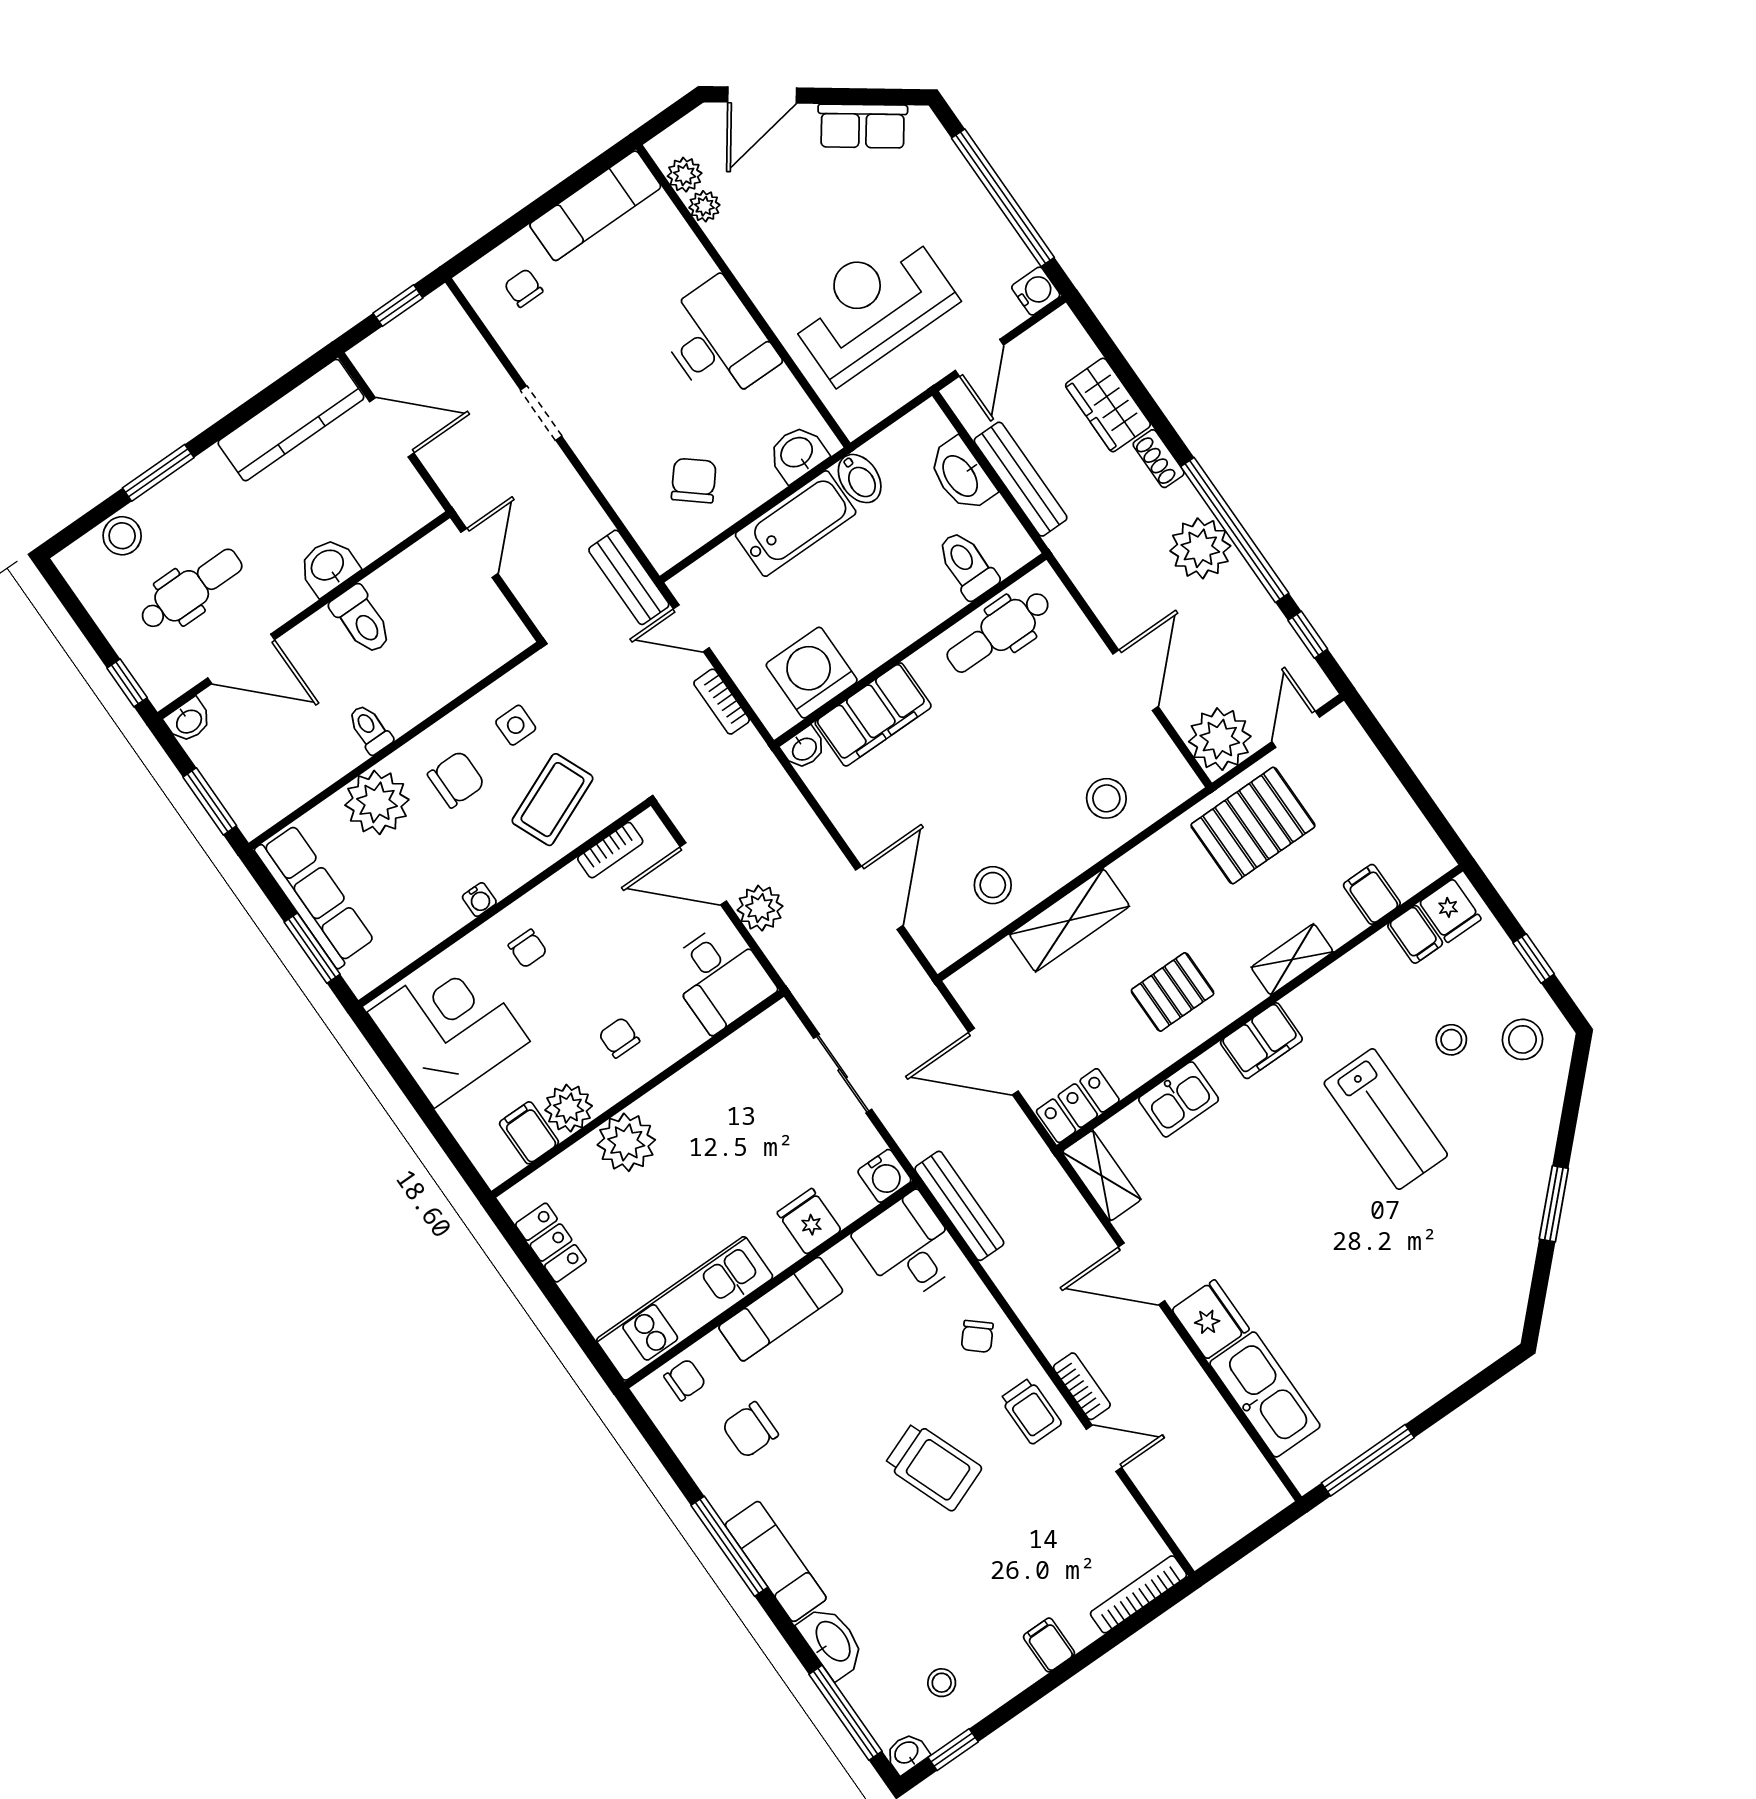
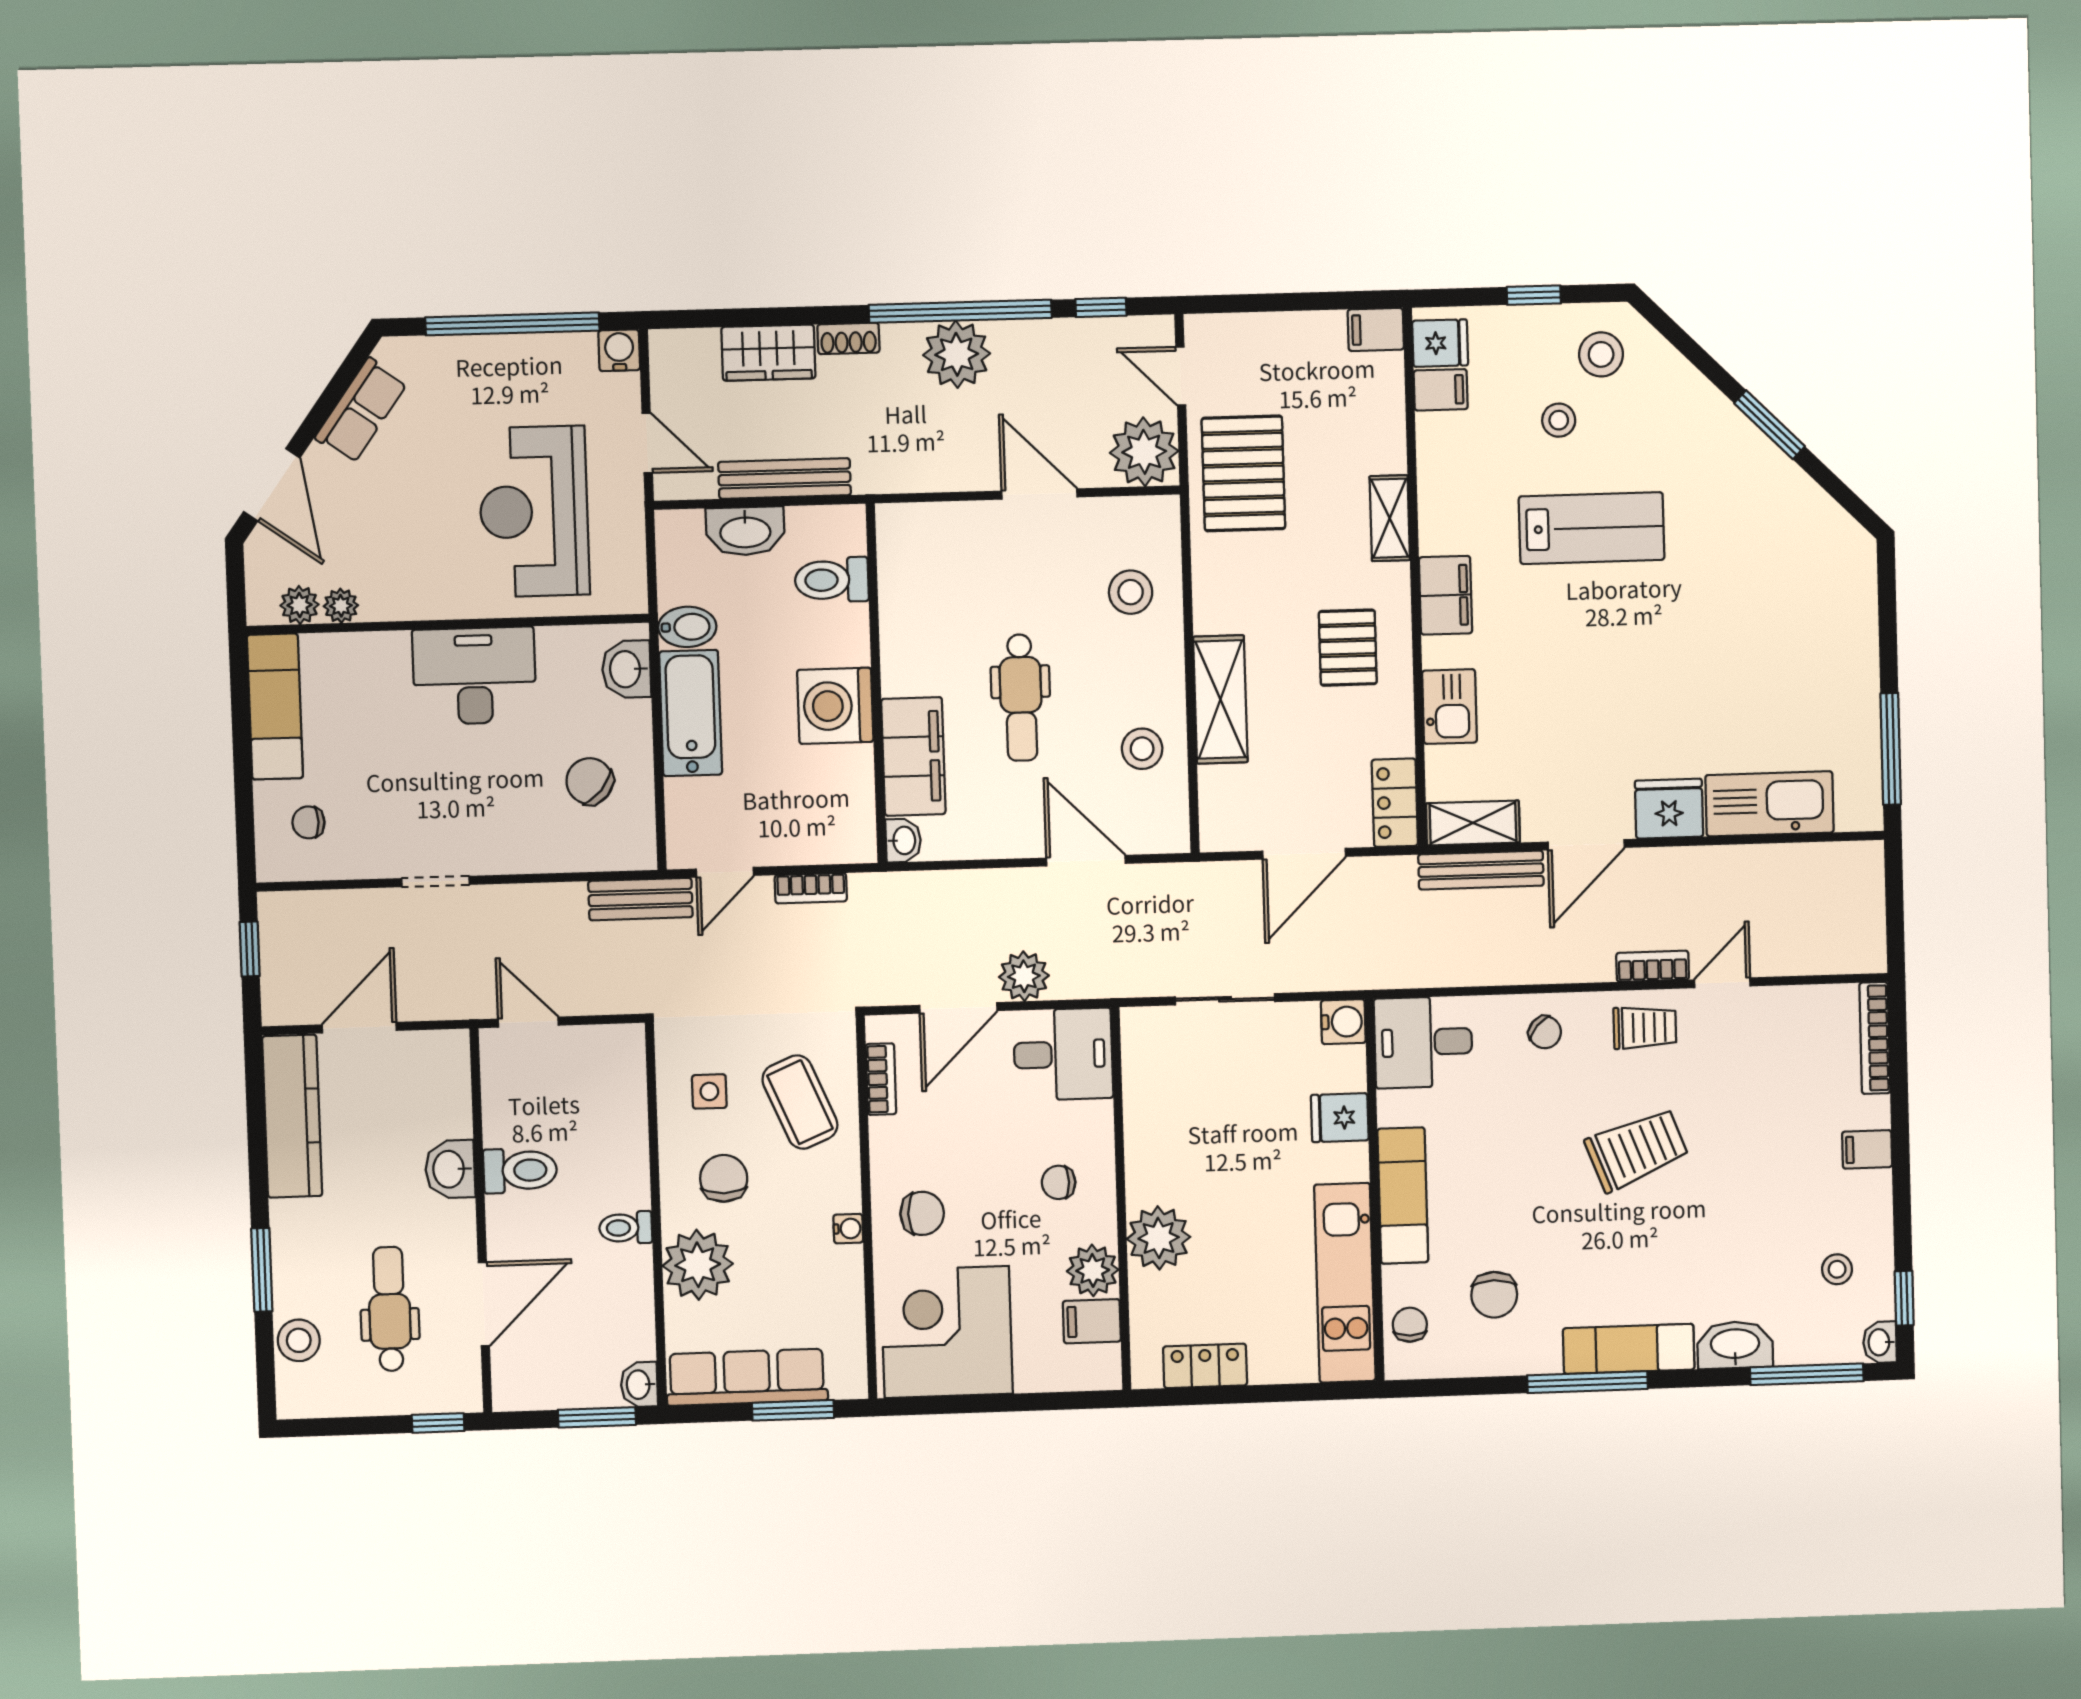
dental chair: (999, 631) -> (1021, 698), moved
washing machine: (812, 673) -> (835, 706), moved
washbasin: (188, 721) -> (639, 1385), moved, turned 180
filing cabinet: (1372, 894) -> (1376, 329), moved
chair: (528, 949) -> (922, 1213), width x1.37, depth x1.37
bench: (959, 1206) -> (1481, 870), moved

